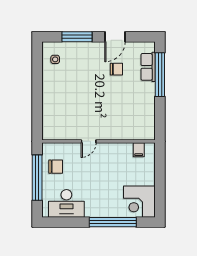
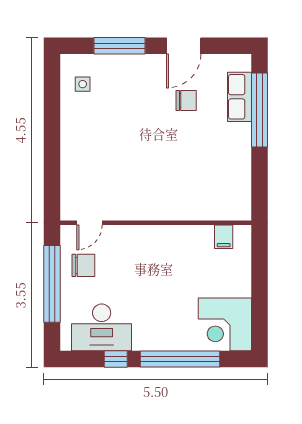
door: (89, 141) -> (89, 223), moved
window: (75, 222) -> (116, 359), added

